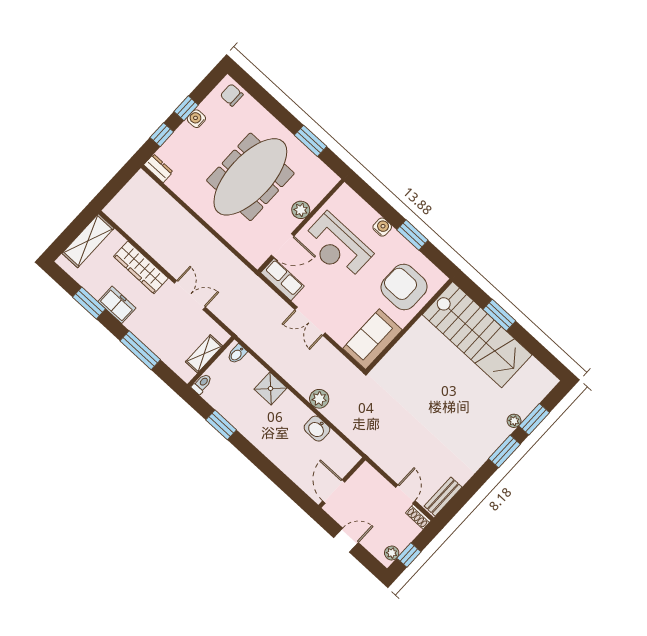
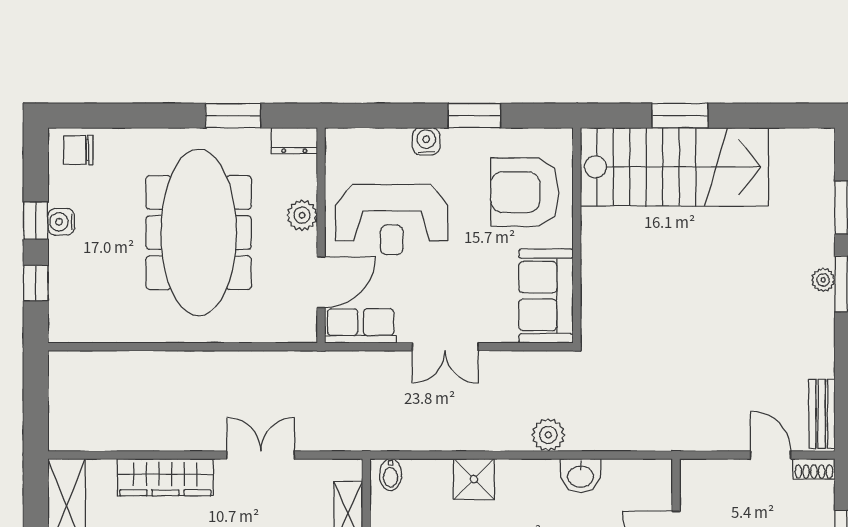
dresser: (158, 168) -> (294, 141), moved, turned 180
plant: (514, 421) -> (823, 280), moved

